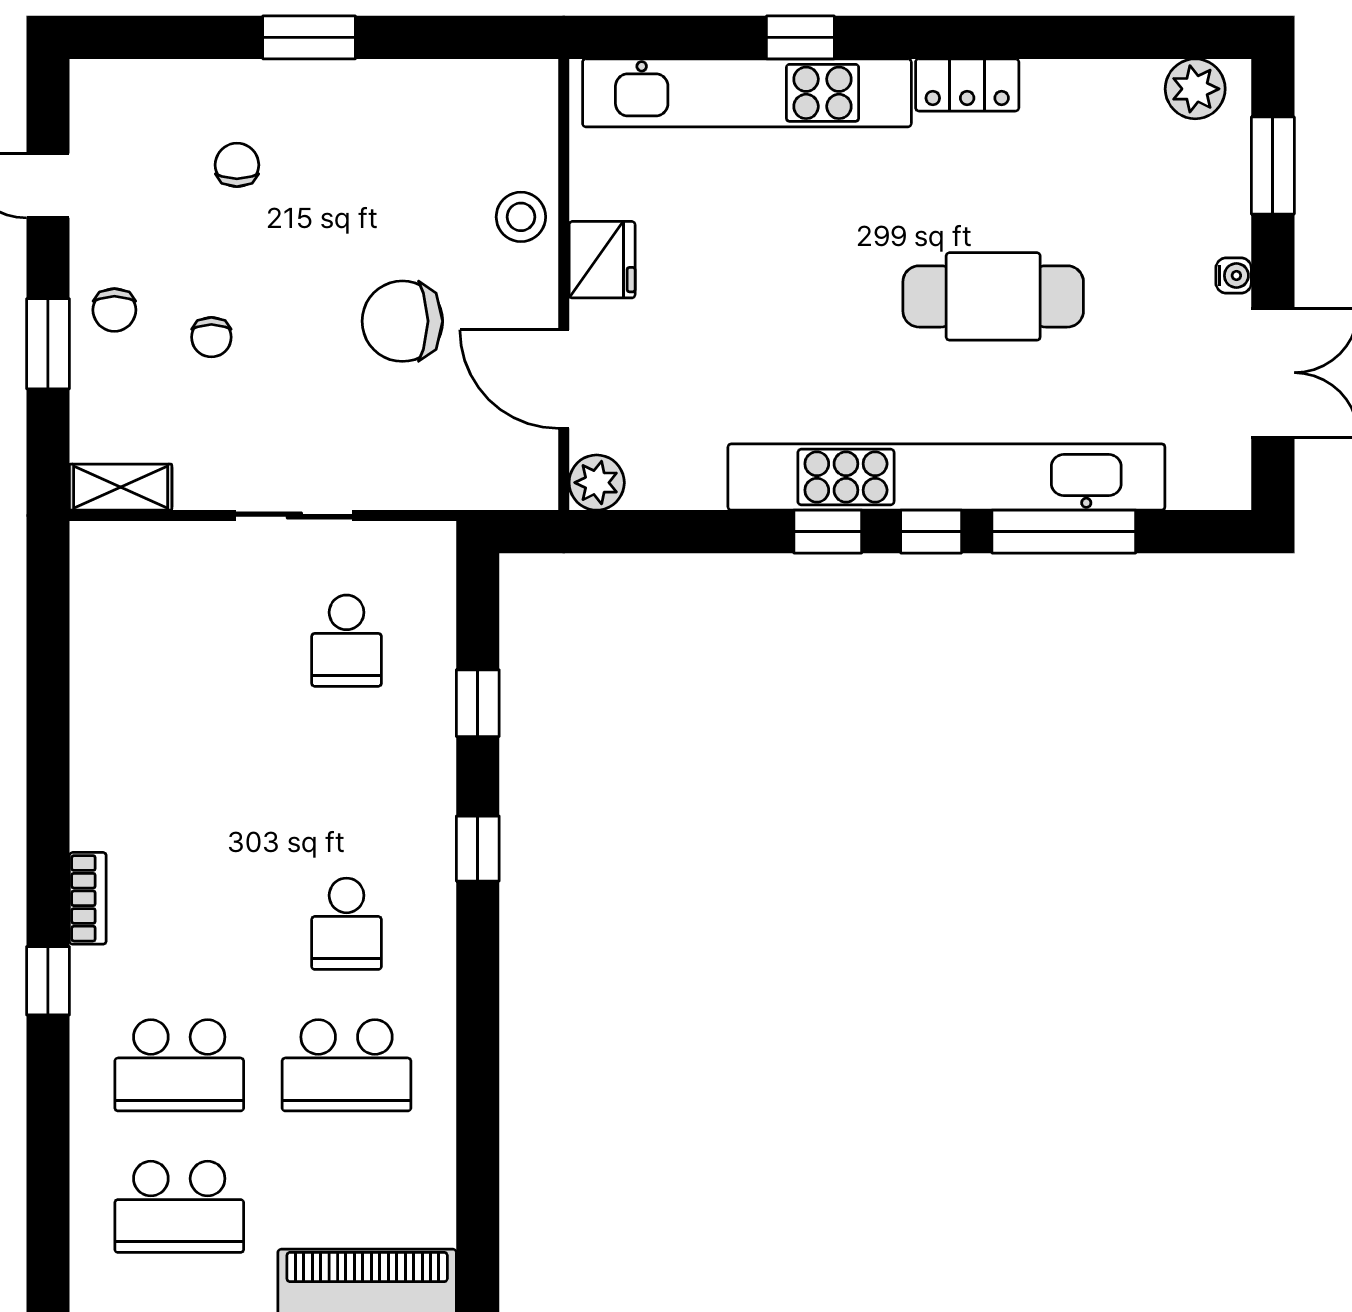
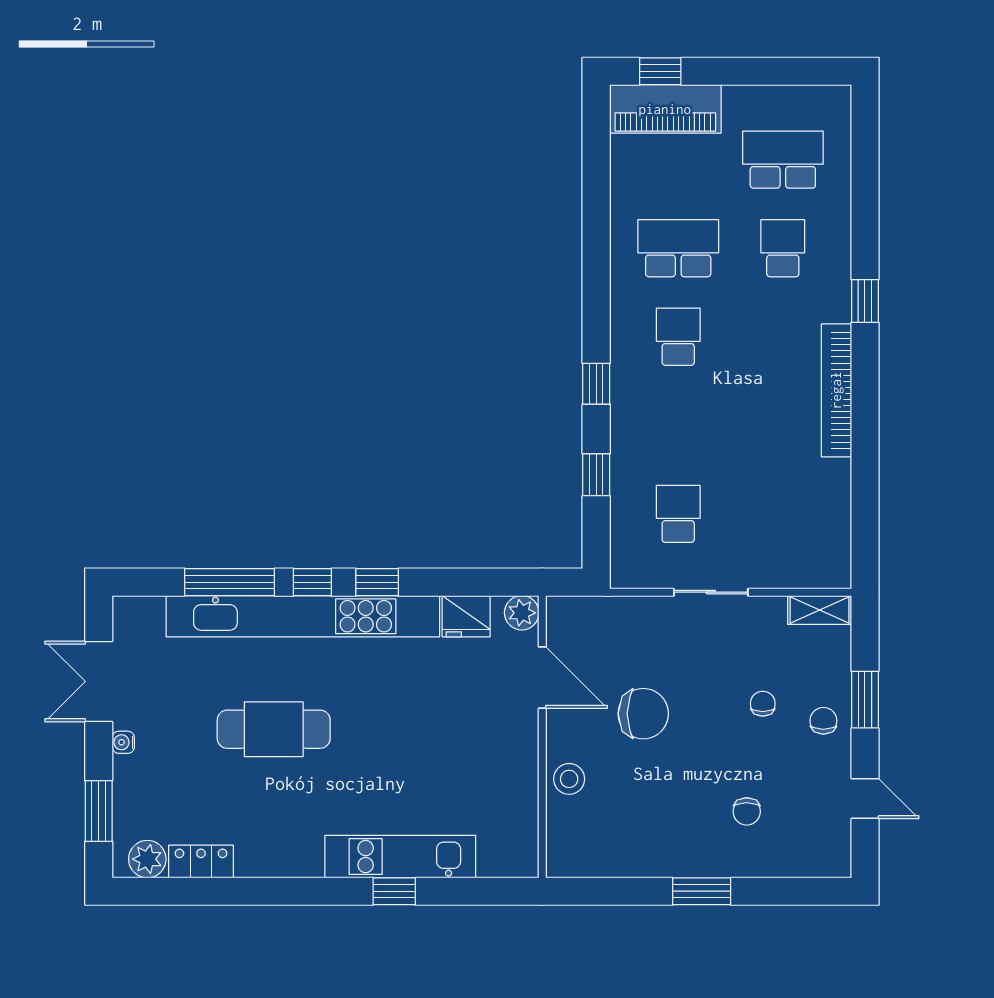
locker: (967, 85) -> (201, 861), moved
kitchen unit: (747, 93) -> (400, 857), width x0.73
fridge: (602, 260) -> (466, 616), moved, turned -90
bookcase: (88, 898) -> (836, 390), width x2.31, depth x1.31
school desk: (179, 1065) -> (783, 248), width x0.54

